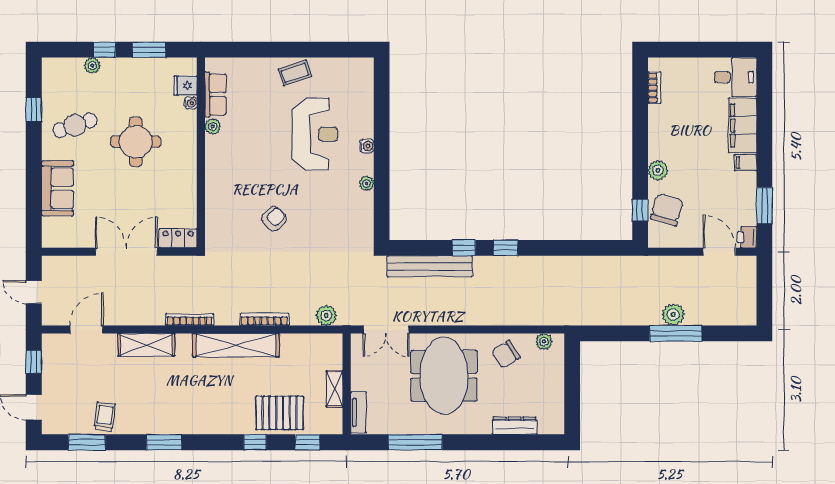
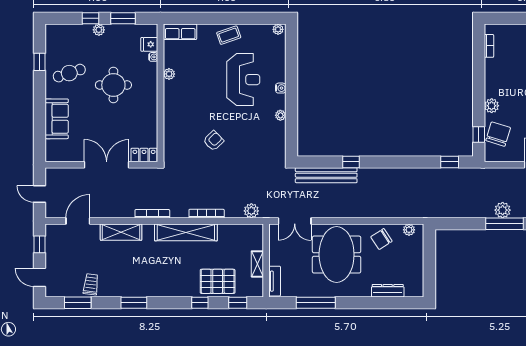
plant: (92, 65) -> (99, 30), moved
plant: (363, 65) -> (278, 29), added
row of seats: (216, 94) -> (180, 32), moved, turned 90
window: (505, 248) -> (450, 162), moved

